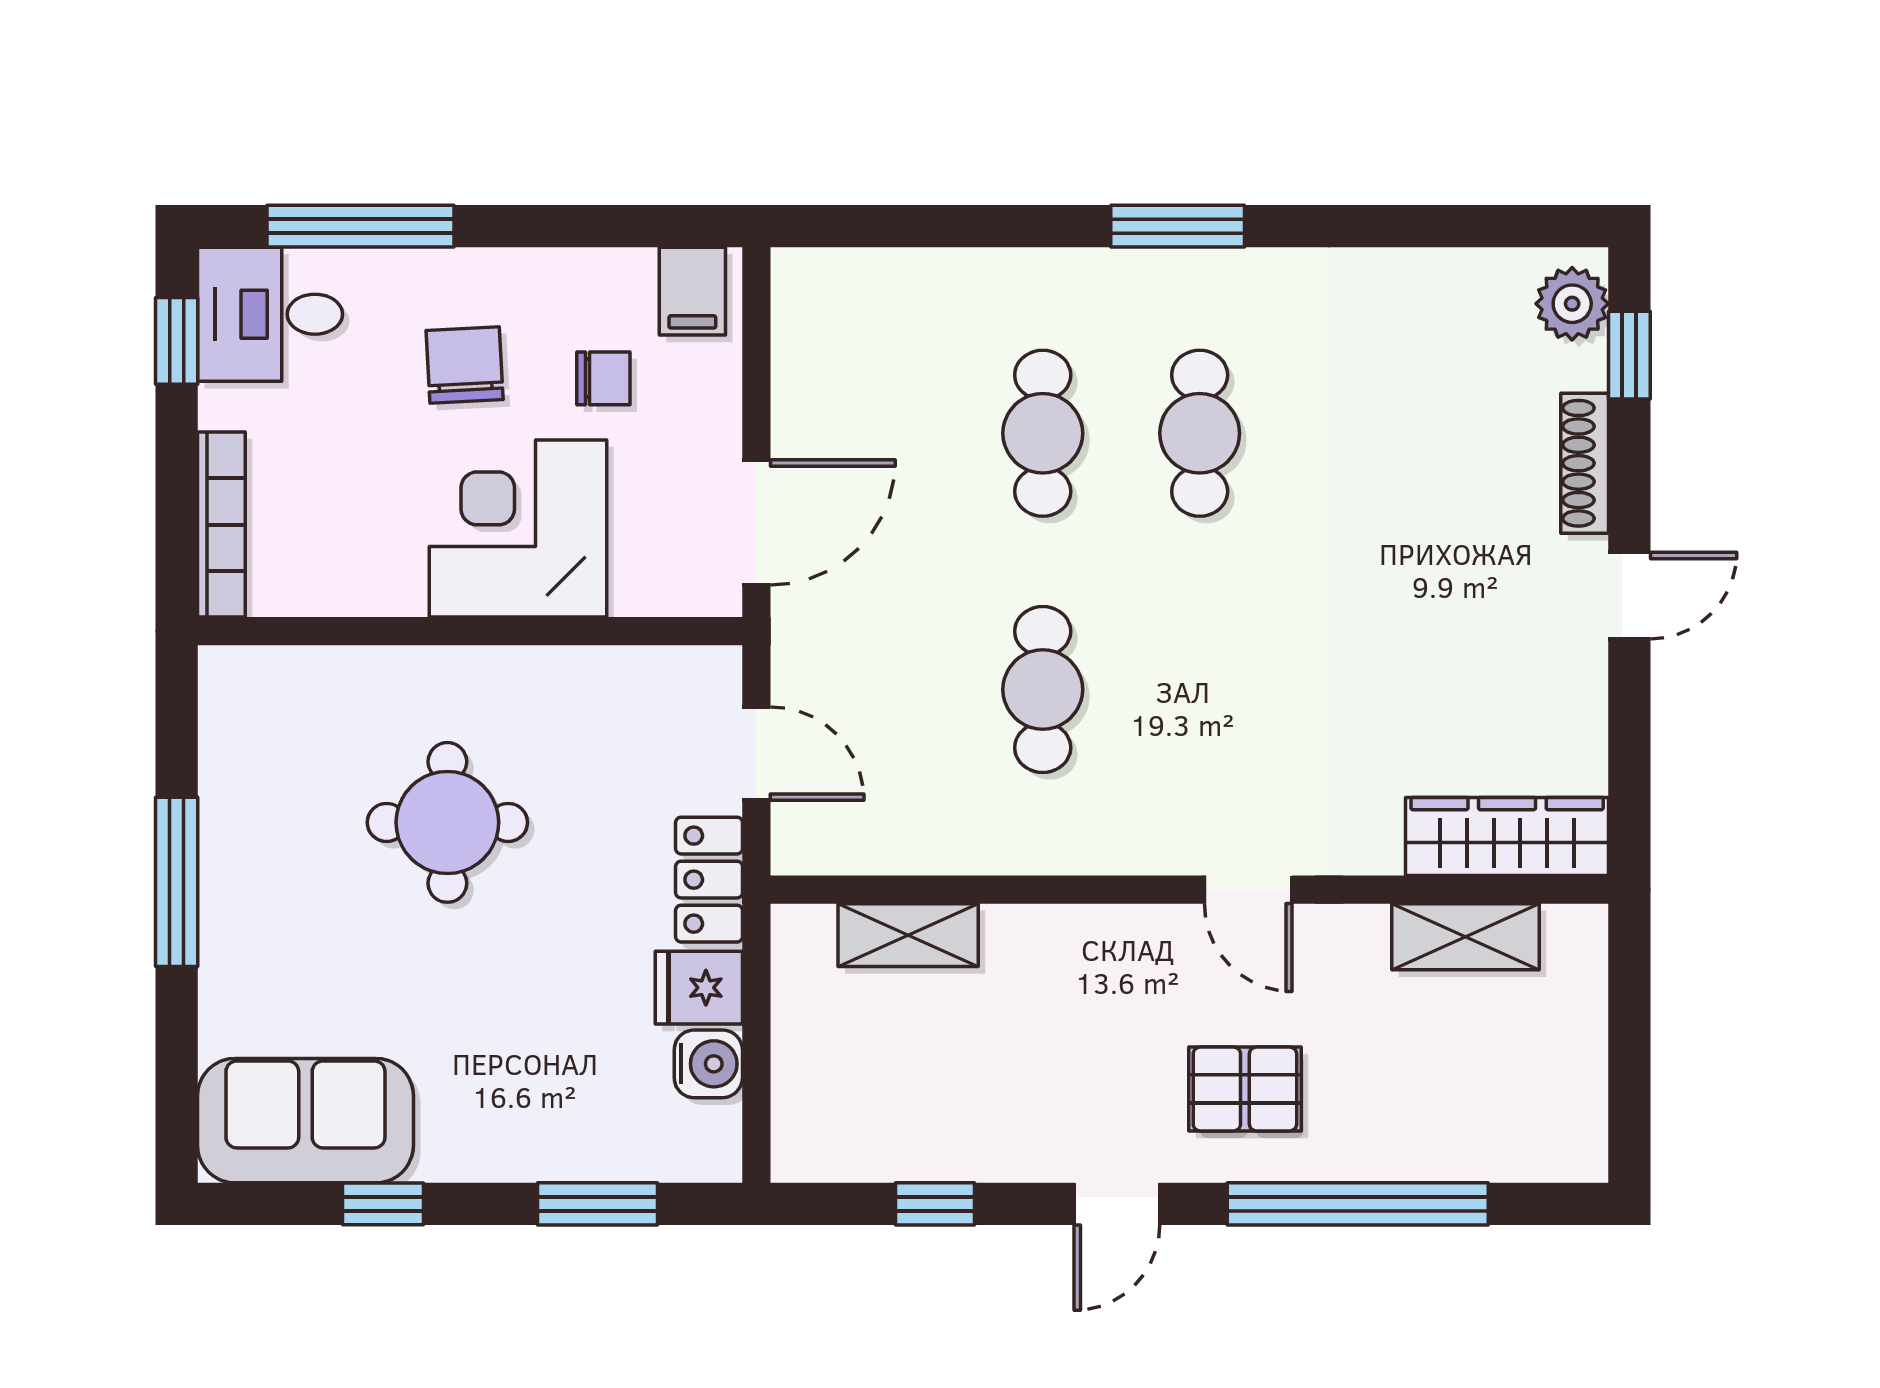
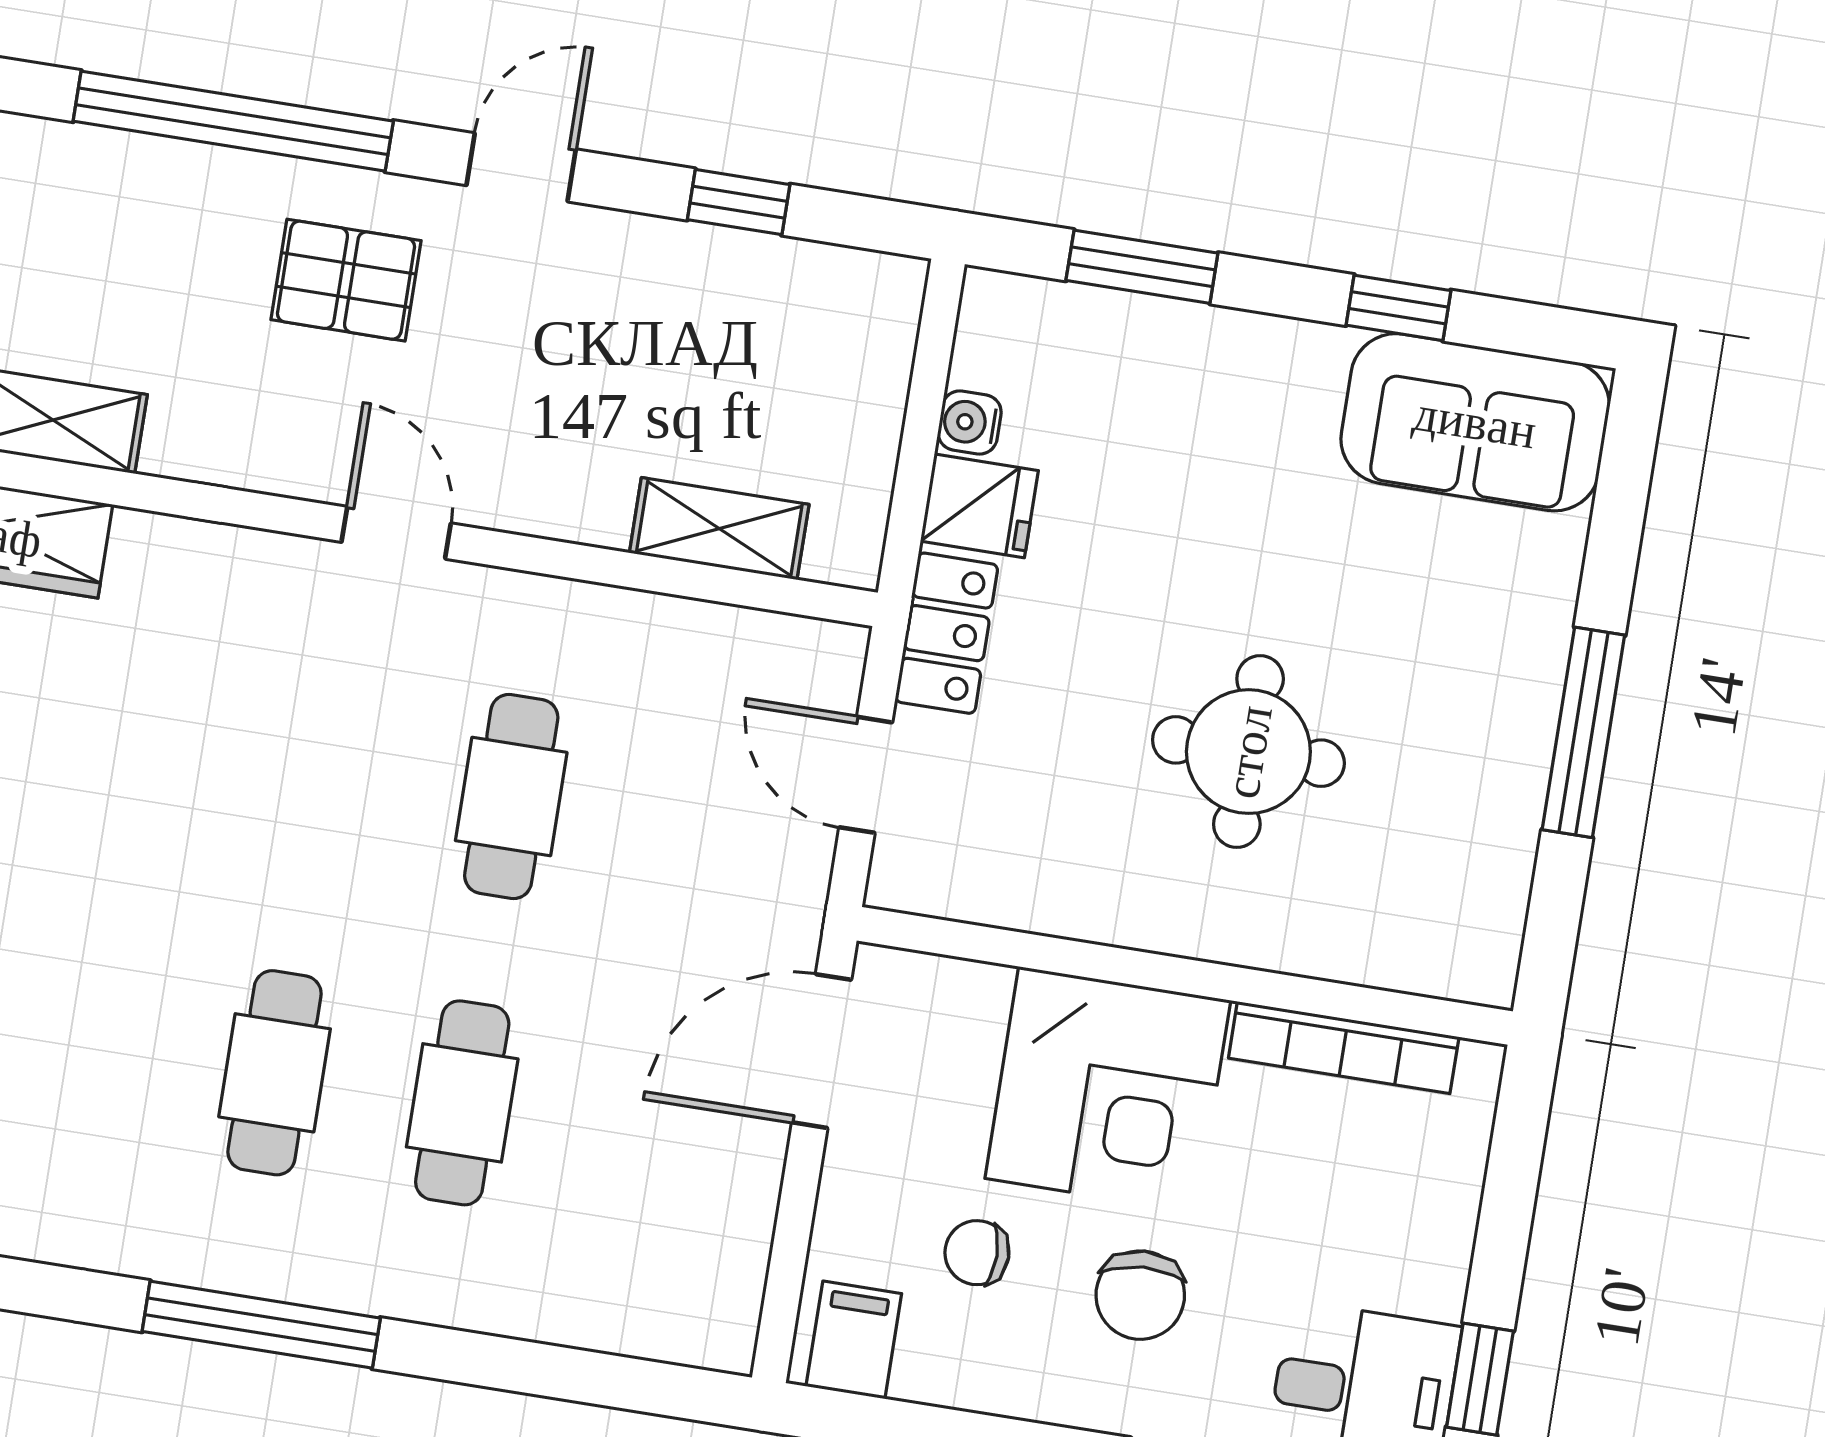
window: (1178, 226) -> (261, 1325), width x1.44
bookcase: (221, 525) -> (1344, 1048), moved, turned -90
door: (1248, 890) -> (396, 533), moved
water cooler: (708, 1064) -> (970, 422), width x0.72, depth x0.72

